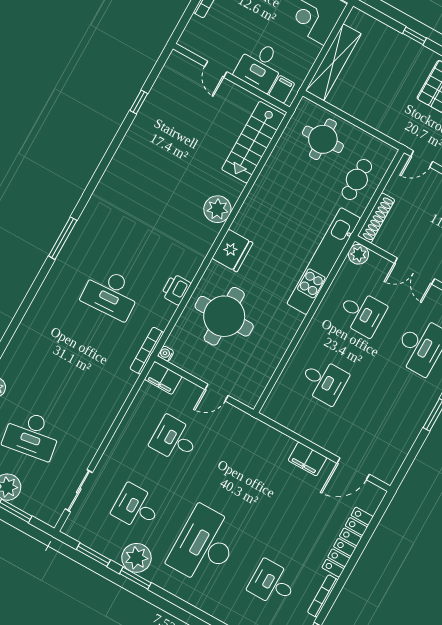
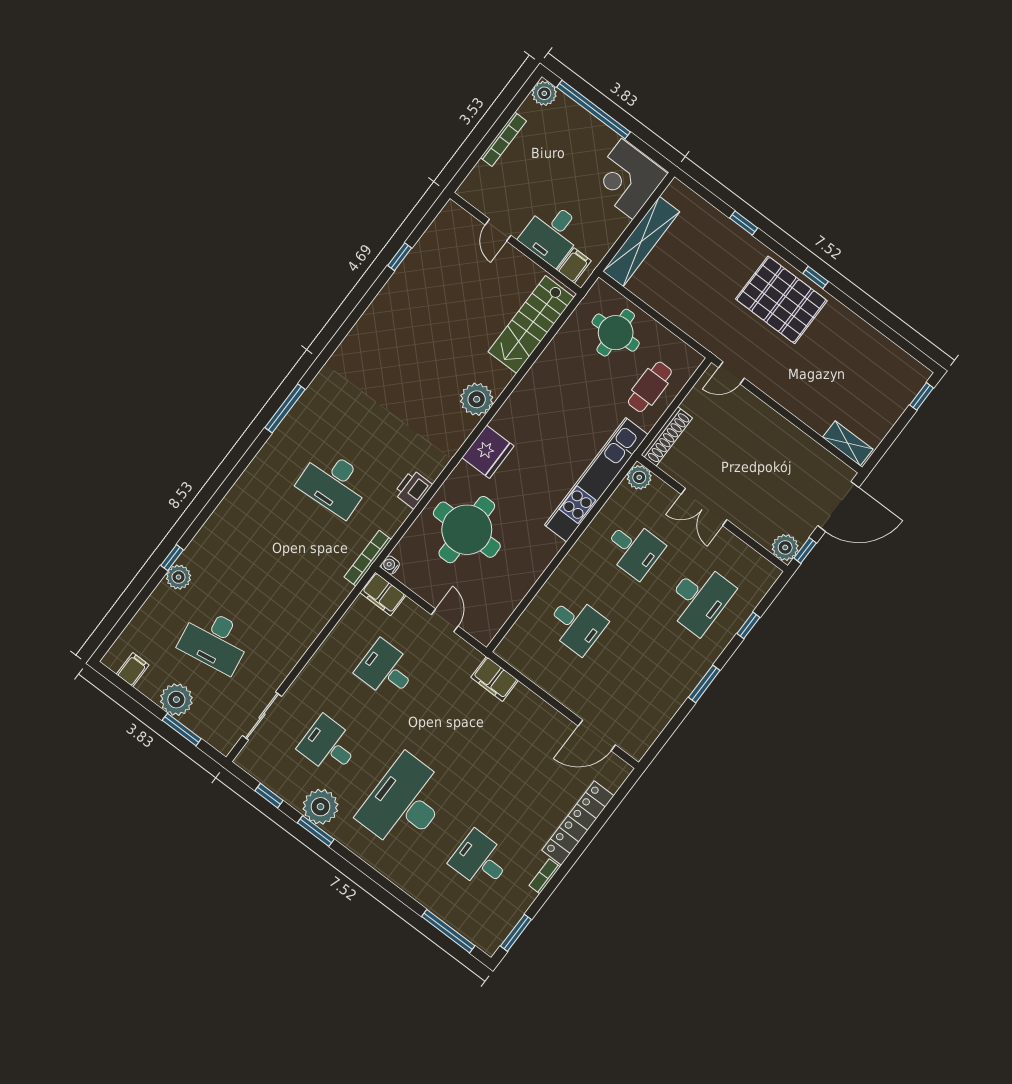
door: (216, 392) -> (445, 620), swing flipped
filing cabinet: (307, 459) -> (495, 679), moved
window: (93, 555) -> (269, 796), width x0.67
bookcase: (323, 596) -> (545, 876), width x0.64

